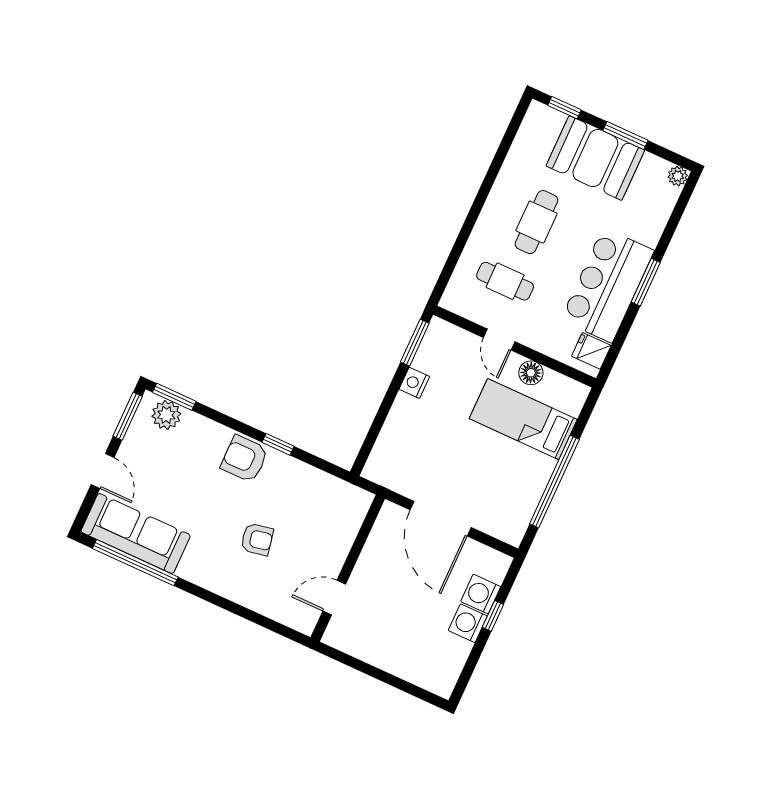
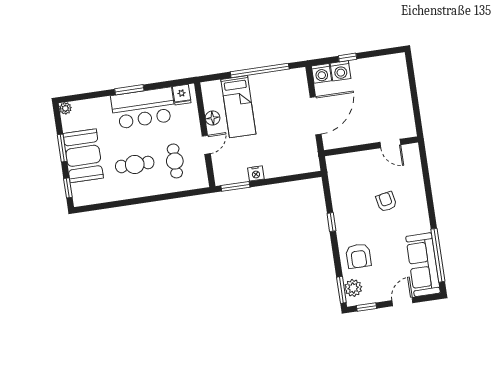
window: (128, 416) -> (366, 307), width x0.67
armchair: (244, 459) -> (358, 256), moved
washing machine: (468, 623) -> (321, 73), moved

